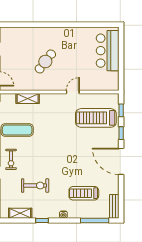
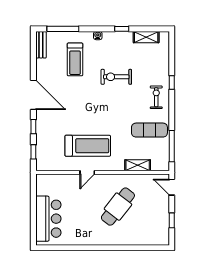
cafe table: (45, 61) -> (118, 207), width x1.37, depth x1.35
treadmill: (96, 118) -> (88, 146), moved
exercise bike: (35, 186) -> (116, 77), moved
treadmill: (84, 193) -> (75, 59), turned 90

